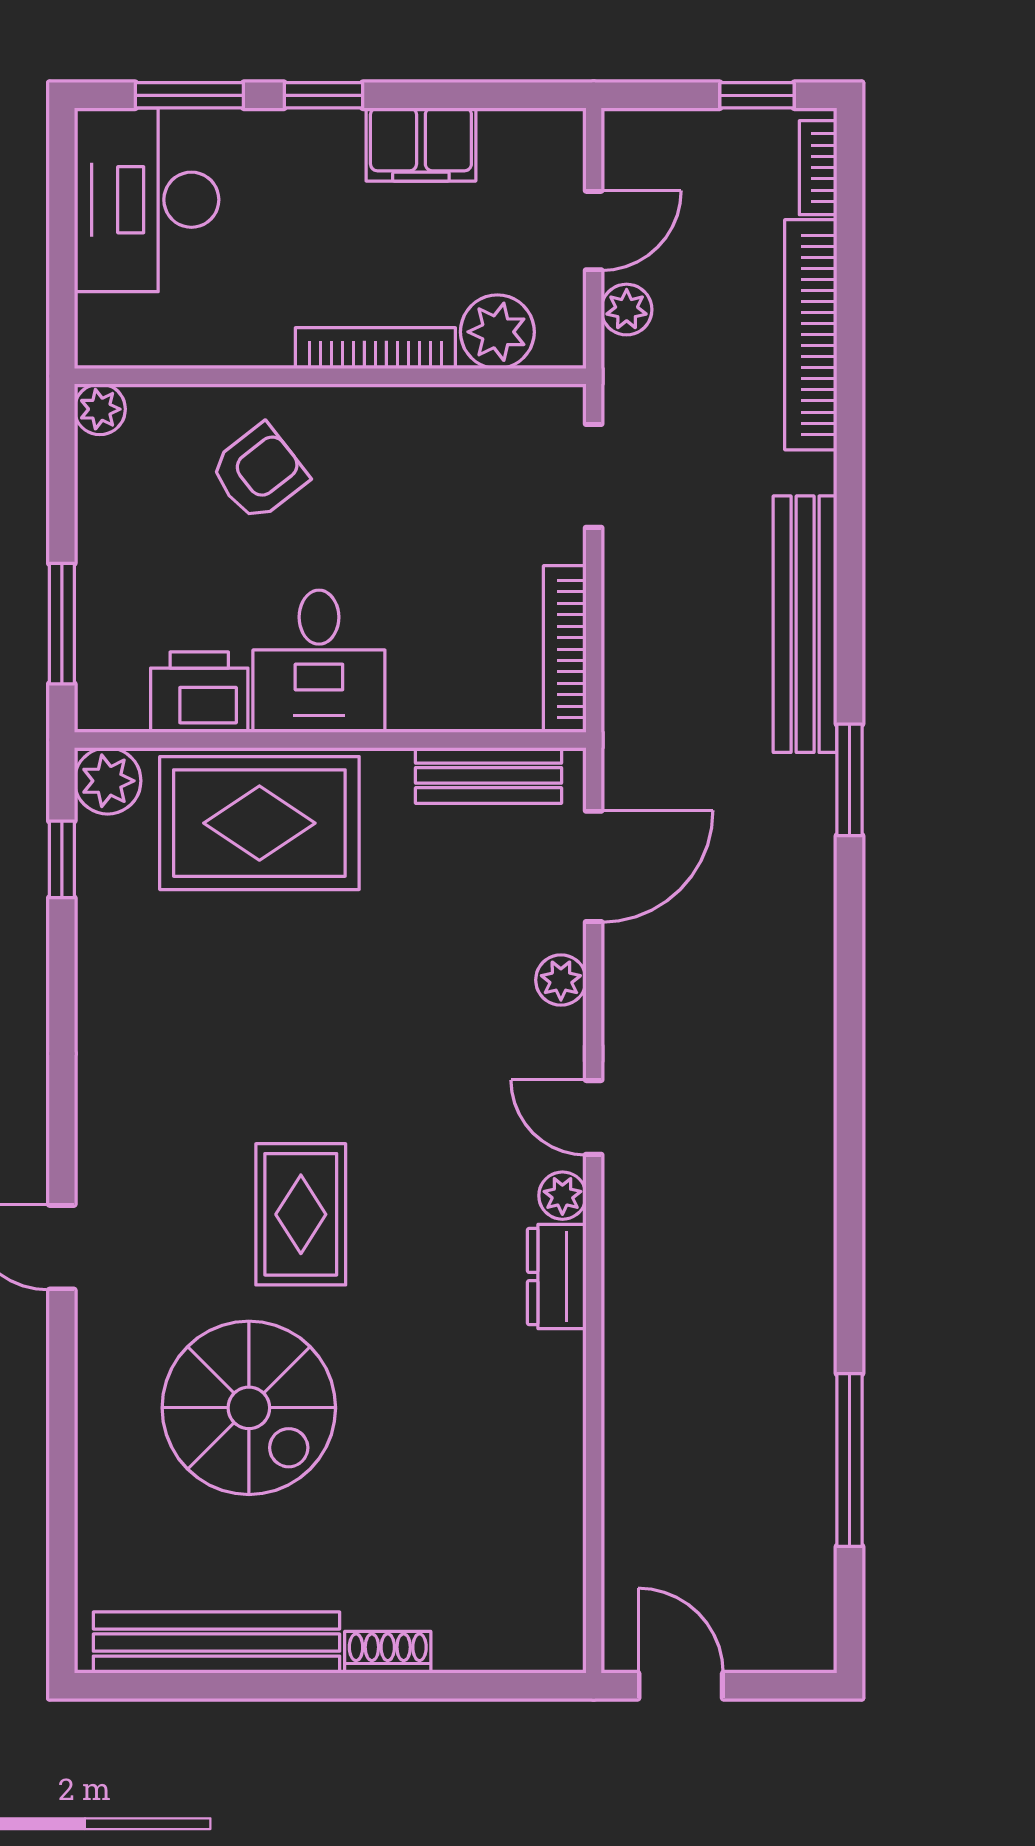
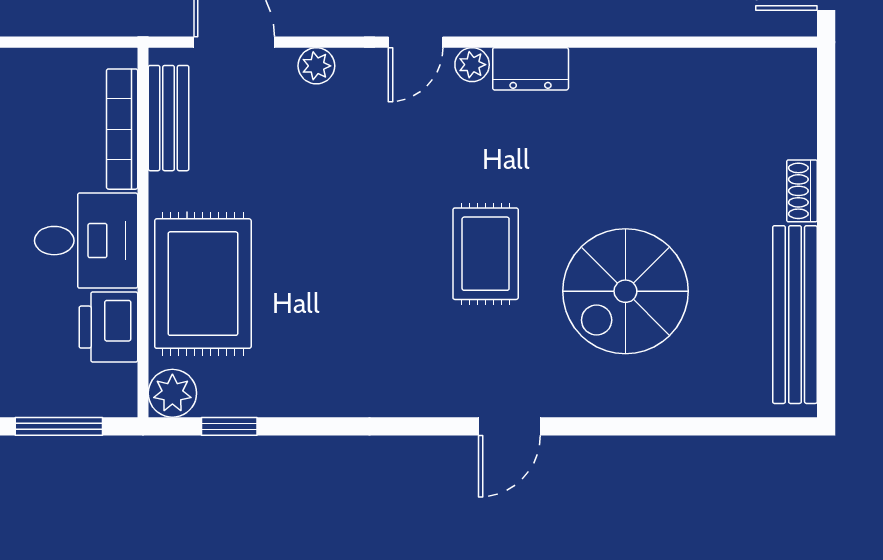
bookcase: (565, 649) -> (122, 129), moved, turned 90
rug: (301, 1214) -> (486, 254), turned 90
spiral stairs: (249, 1408) -> (625, 291), turned 180

